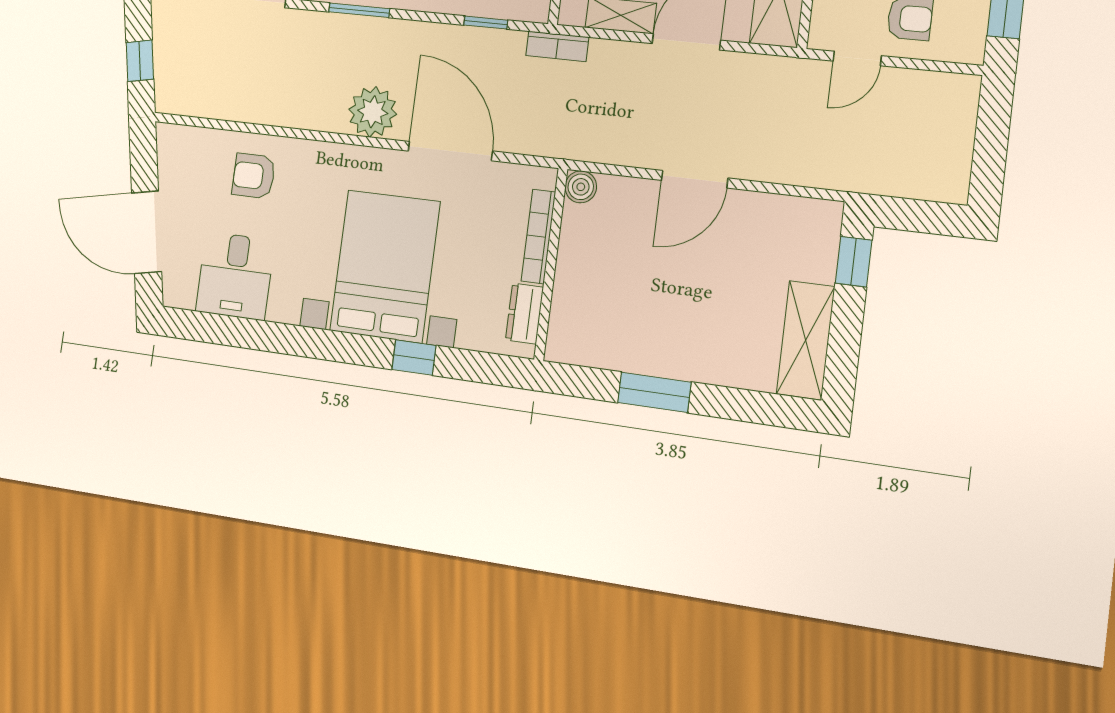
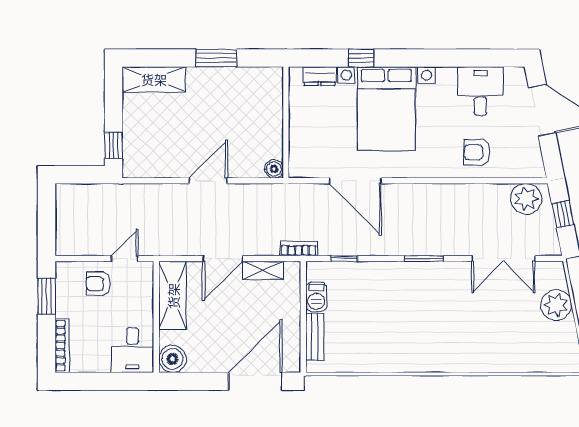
plant: (373, 112) -> (526, 199), moved
armchair: (254, 176) -> (477, 152), turned 180
bookcase: (538, 236) -> (295, 137), removed
dresser: (524, 314) -> (320, 76), moved, turned 90
shelving: (806, 340) -> (154, 79), moved, turned 90

